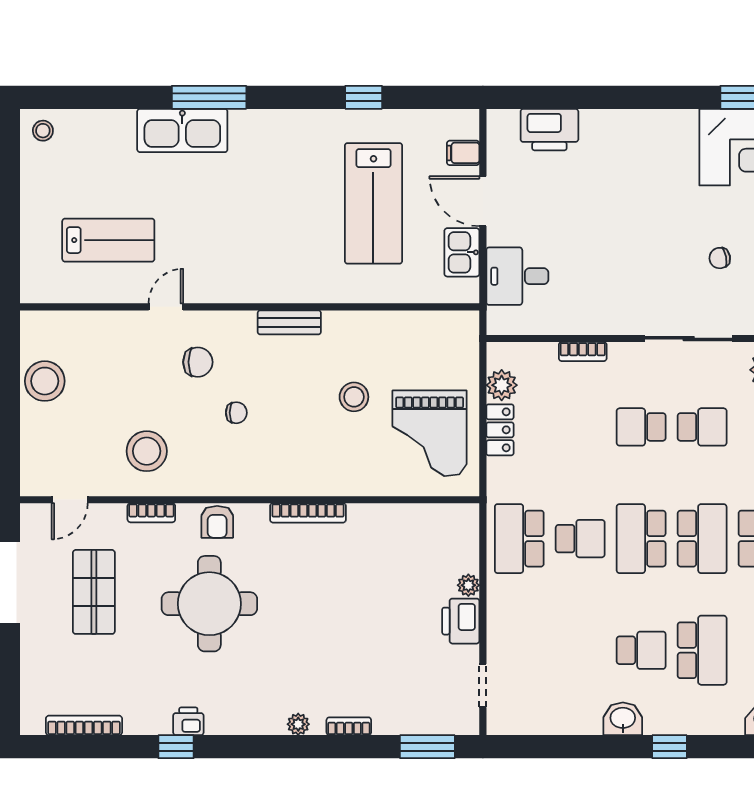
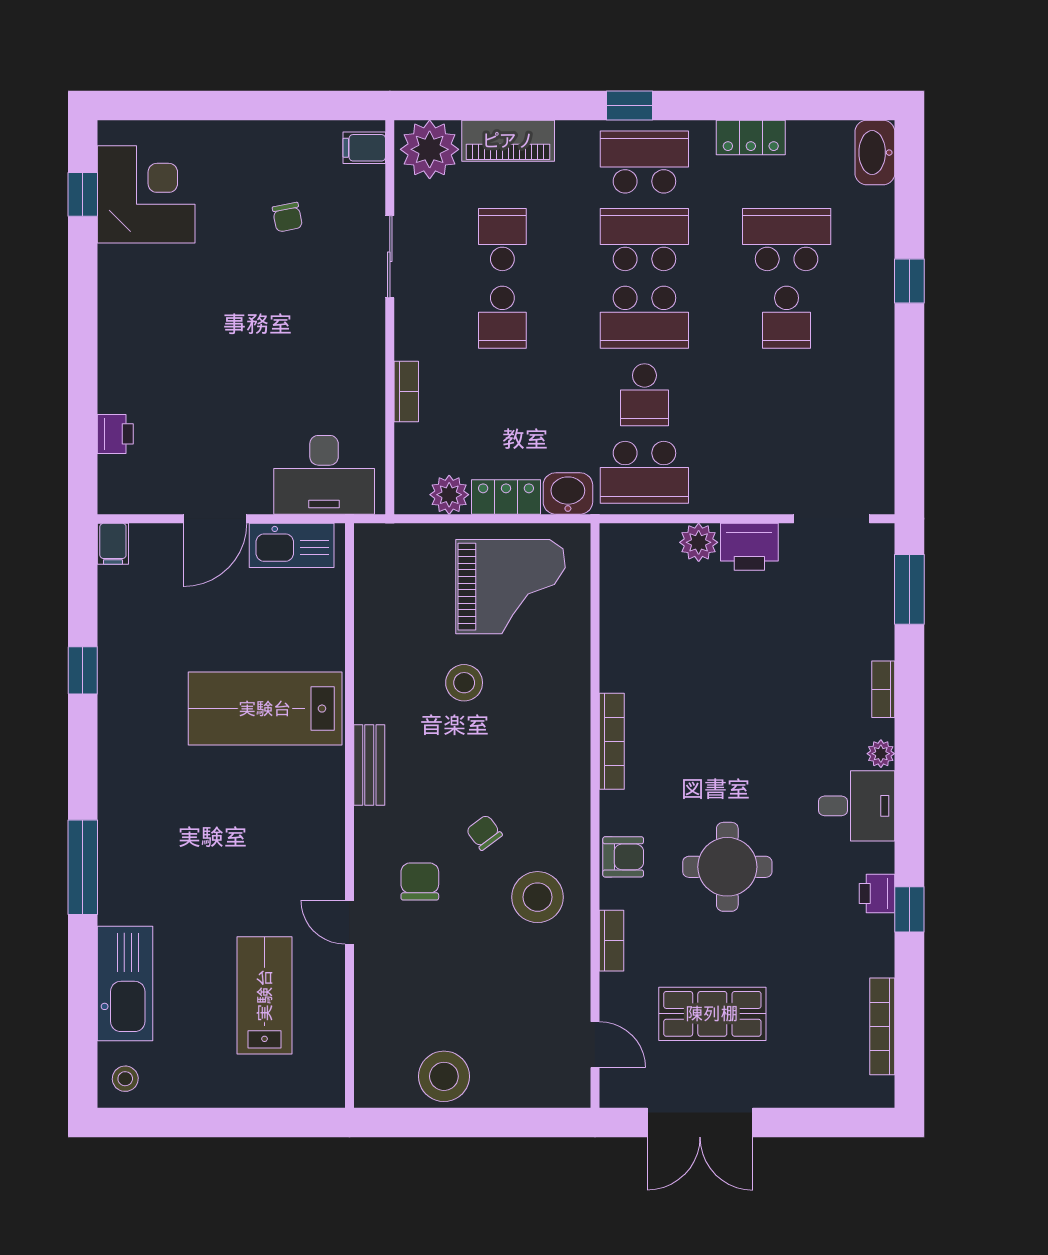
kitchen sink: (182, 130) -> (125, 983), moved
printer: (549, 130) -> (115, 434), width x0.53, depth x0.68
filing cabinet: (463, 153) -> (113, 544), moved
lab bench: (373, 203) -> (265, 709), moved, turned 180
kitchen sink: (462, 252) -> (292, 545), width x1.38
desk: (517, 276) -> (324, 475), width x1.37
sliding door: (689, 339) -> (390, 257), width x0.73
chair: (236, 413) -> (484, 832), turned -37
stool: (147, 451) -> (537, 897), moved
school desk: (580, 539) -> (644, 395), turned 180
plant: (468, 585) -> (699, 542), width x1.38, depth x1.38
round table: (209, 604) -> (727, 867), width x0.73, depth x0.73
school desk: (641, 650) -> (787, 317), turned 180
doorway: (483, 686) -> (832, 519), width x1.38
desk: (257, 705) -> (857, 806), added
washbasin: (623, 719) -> (568, 493), moved, turned 90

